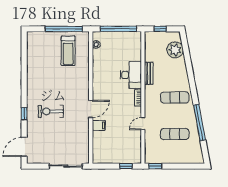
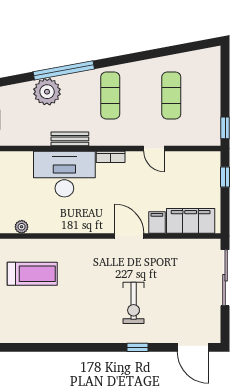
plant: (175, 50) -> (47, 92), moved
desk: (131, 75) -> (64, 174), width x1.36, depth x1.30
window: (200, 123) -> (64, 70), moved
filing cabinet: (100, 146) -> (191, 221), added

